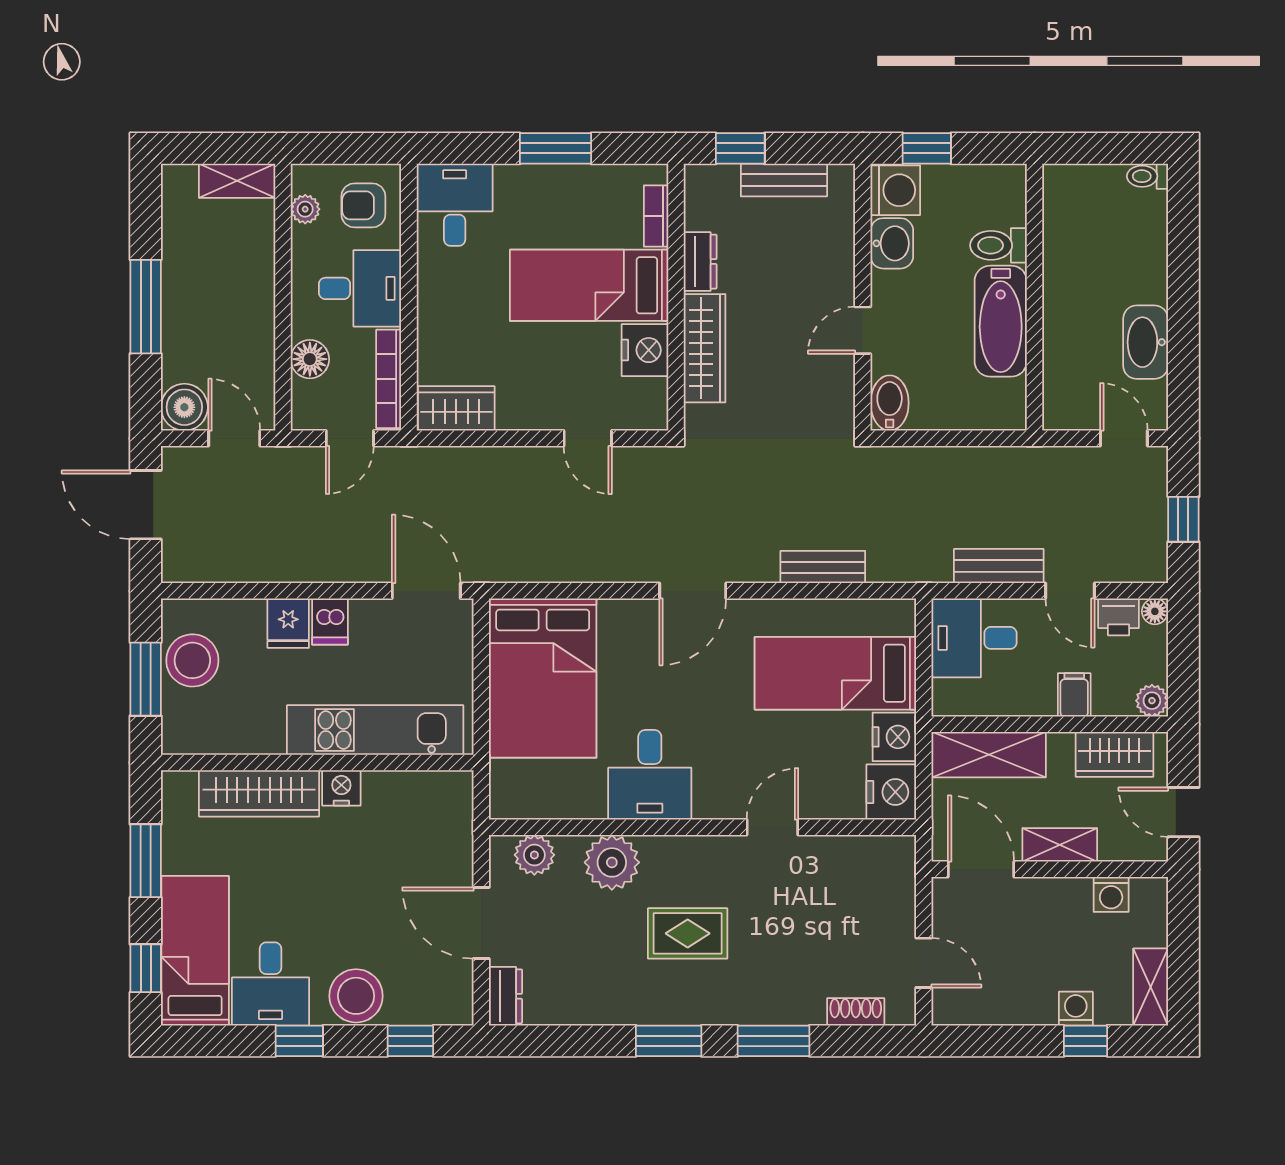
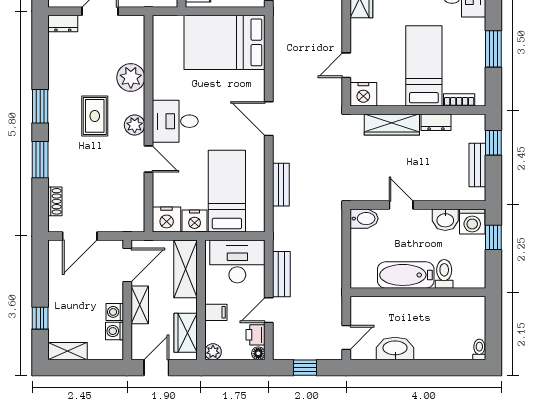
nightstand: (645, 350) -> (363, 94), moved
desk: (974, 638) -> (237, 261), width x1.37
desk: (650, 775) -> (175, 121), moved
plant: (534, 855) -> (135, 125), moved
door: (924, 963) -> (80, 236), width x1.38
washing machine: (1076, 1009) -> (115, 312), moved, turned 180

